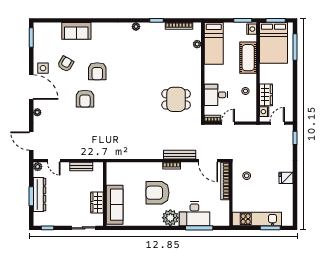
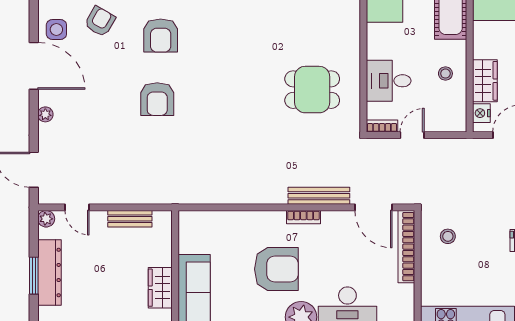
armchair: (85, 99) -> (157, 99), moved
armchair: (157, 193) -> (276, 269), turned 180

